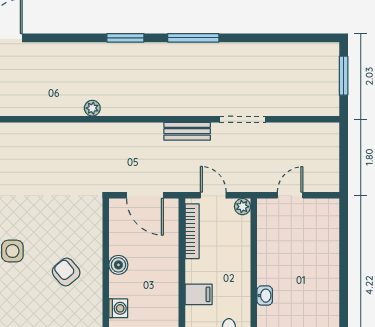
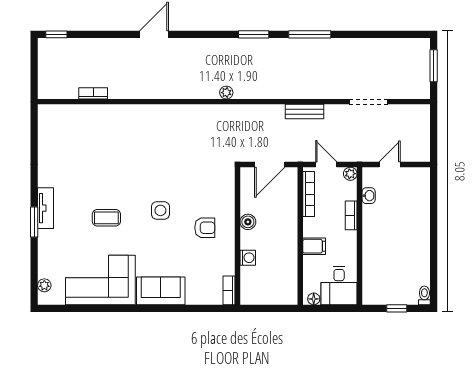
doorway: (243, 119) -> (368, 102), moved
door: (145, 195) -> (270, 164), hinge flipped
bookcase: (244, 257) -> (351, 215), added
armchair: (66, 272) -> (205, 228), turned 130
washbasin: (265, 296) -> (369, 196), moved

